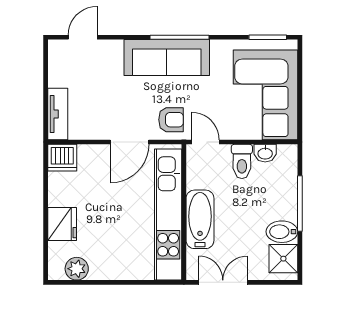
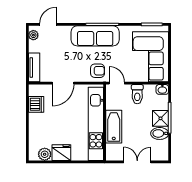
plant: (57, 56) -> (33, 35), added
door: (129, 142) -> (63, 83), moved
washbasin: (265, 153) -> (162, 89), moved
dishwasher: (62, 158) -> (36, 104), moved, turned -90
fridge: (62, 224) -> (61, 153), moved, turned -90
shower: (283, 259) -> (161, 118), moved
double door: (223, 282) -> (137, 162), moved

